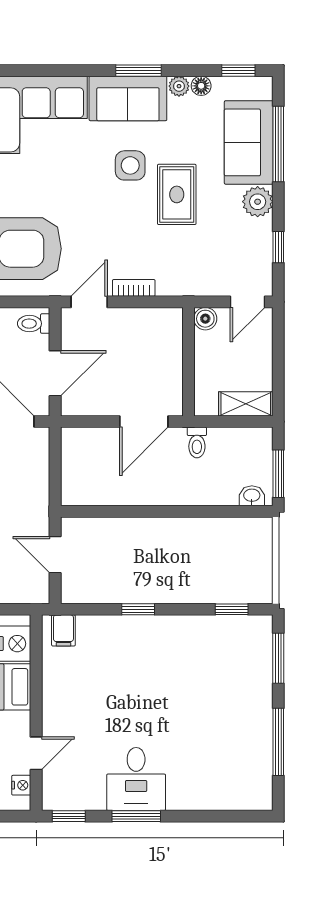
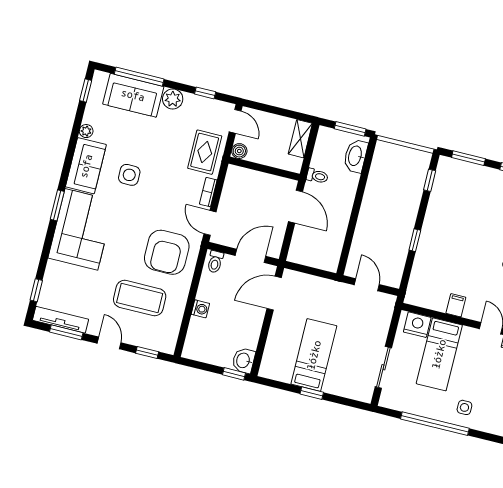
window: (139, 71) -> (57, 205), moved
floor lamp: (201, 86) -> (89, 117), removed
rug: (177, 194) -> (205, 152), moved, turned 90
door: (55, 373) -> (250, 256), hinge flipped
washbasin: (252, 496) -> (355, 156), width x1.91, depth x1.45
door: (55, 555) -> (367, 285), swing flipped
filing cabinet: (63, 630) -> (456, 305), moved, turned -90

